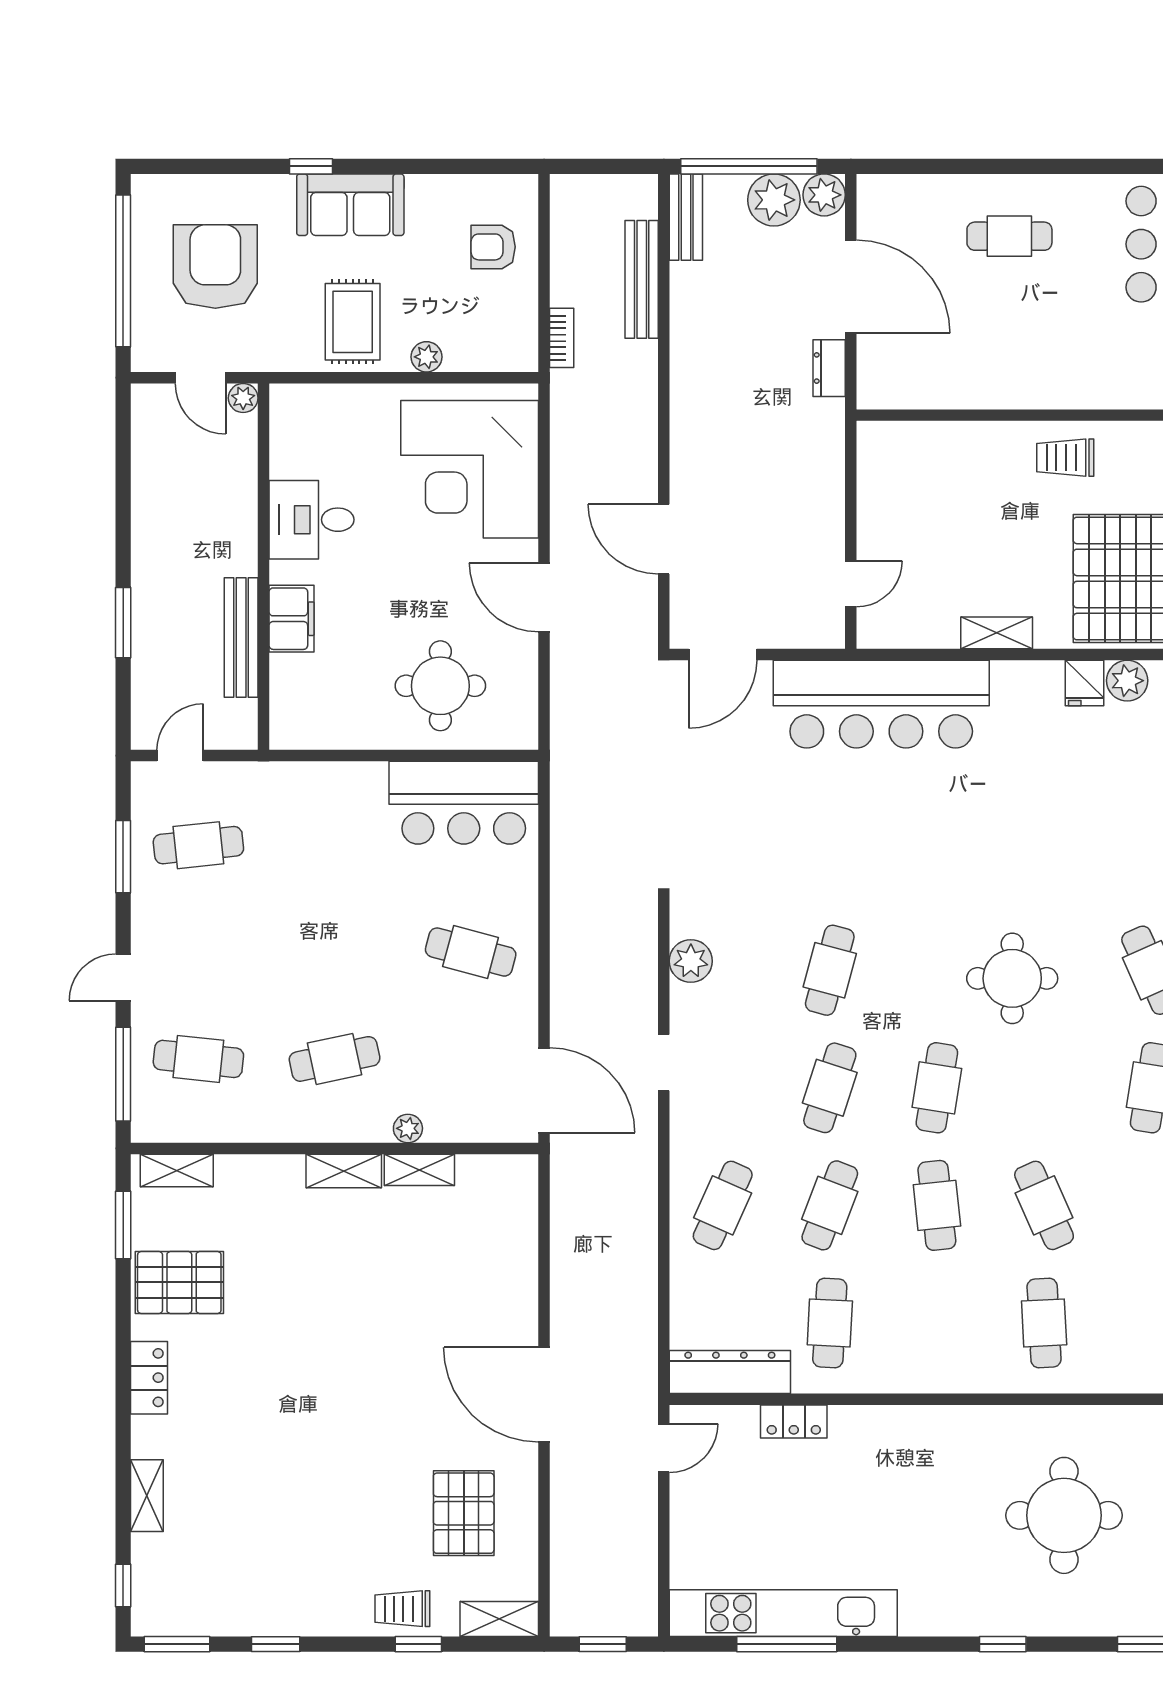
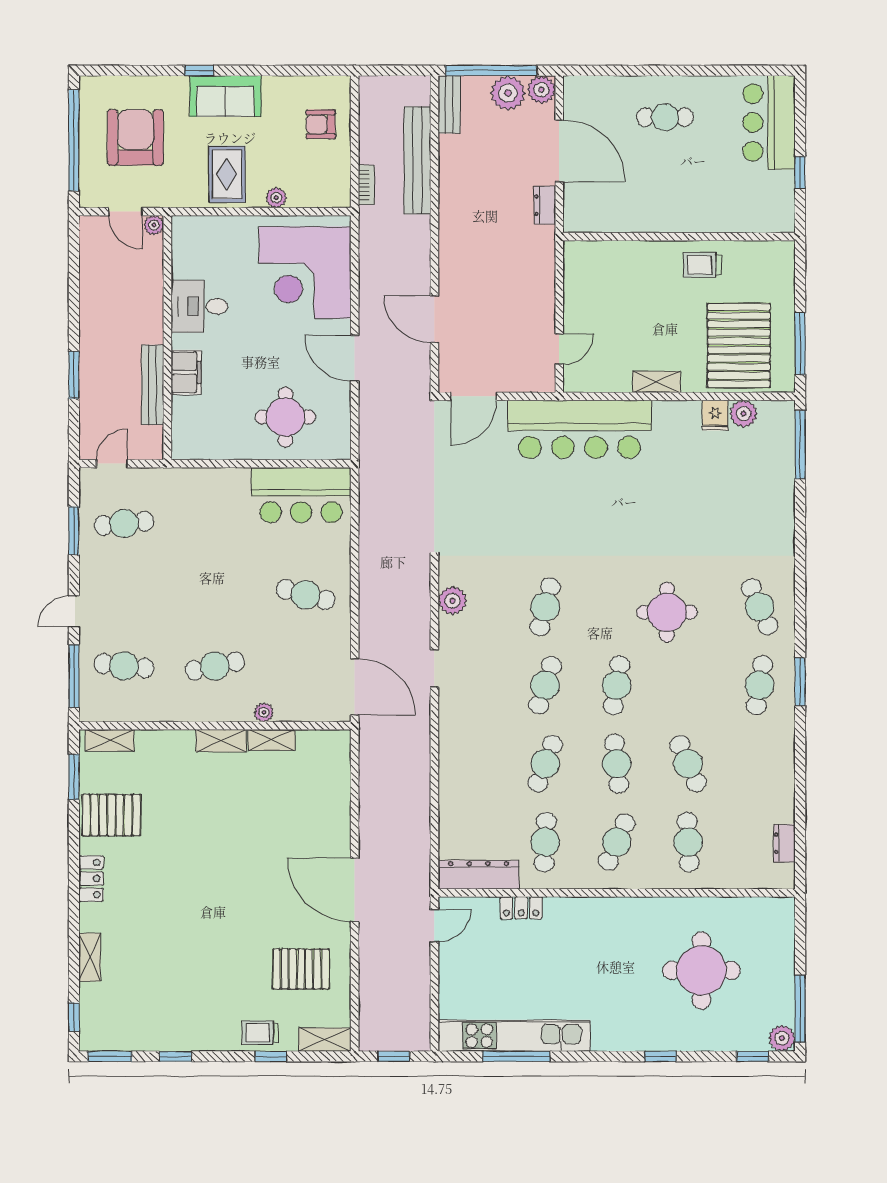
bench: (642, 279) -> (417, 160), width x1.37, depth x1.21
cafe table: (723, 1205) -> (617, 842), moved
pallet: (464, 1513) -> (301, 969), turned 90

